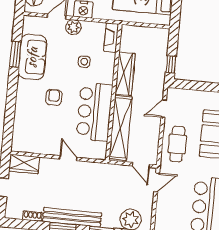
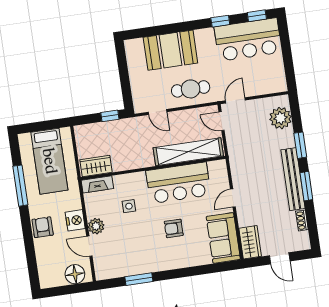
sofa: (32, 57) -> (223, 238), moved, turned -90
wardrobe: (125, 74) -> (96, 166), moved, width x0.67
door: (141, 165) -> (221, 121), swing flipped
door: (157, 182) -> (235, 100), hinge flipped

